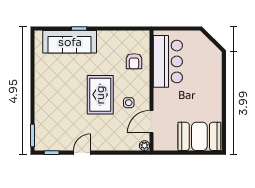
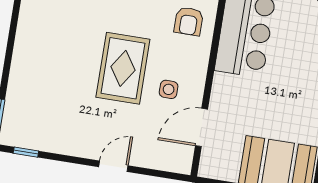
plant: (144, 146) -> (183, 166), removed
door: (82, 153) -> (113, 166), moved

